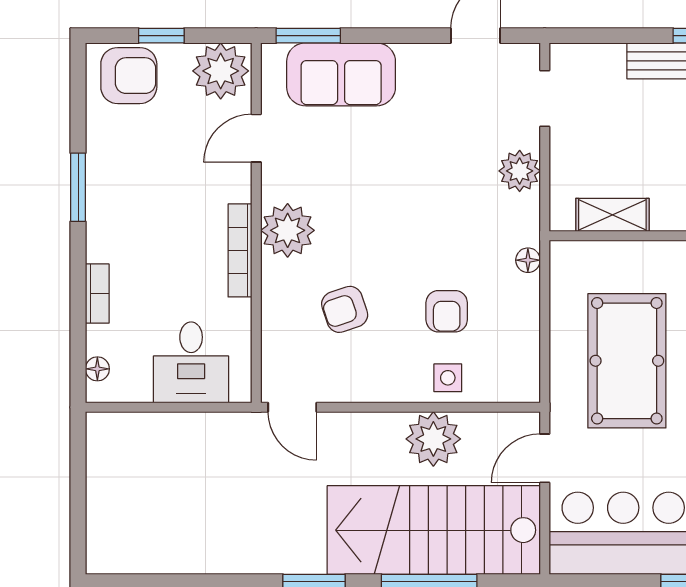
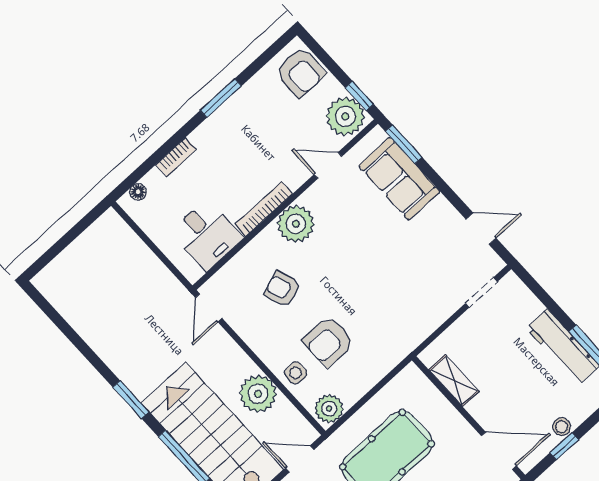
window: (161, 36) -> (359, 96), moved
plant: (520, 171) -> (329, 409), moved
floor lamp: (528, 260) -> (392, 359), removed
armchair: (447, 311) -> (329, 341), width x1.38, depth x1.38
desk: (191, 362) -> (207, 235), moved, turned -90

